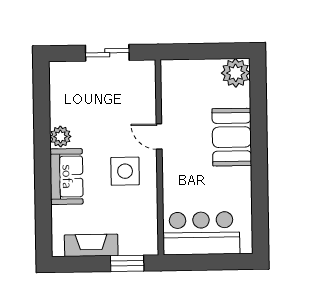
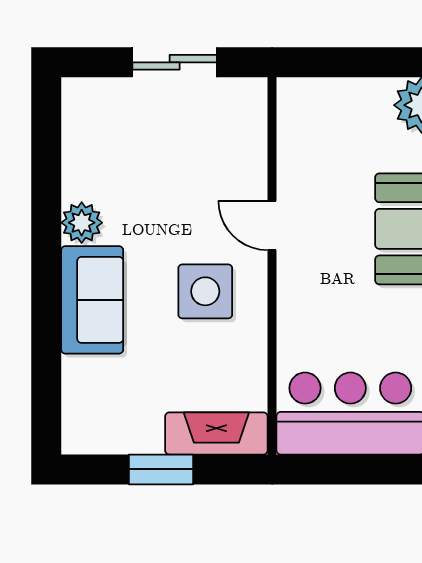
fireplace: (91, 245) -> (216, 433), moved
window: (127, 263) -> (161, 469), moved

